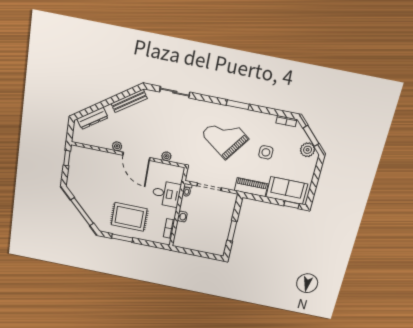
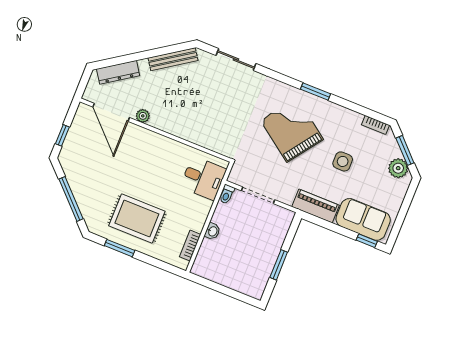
door: (136, 156) -> (111, 112), moved
plant: (166, 156) -> (208, 142), removed
window: (67, 158) -> (62, 135), moved
desk: (166, 194) -> (203, 178), moved

